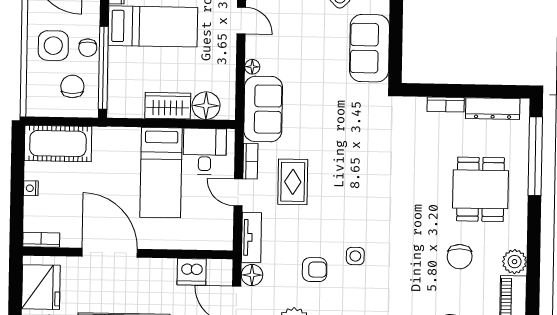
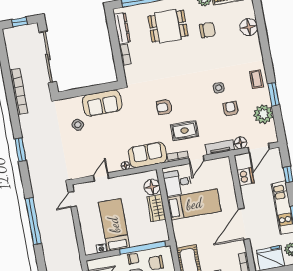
armchair: (341, 155) -> (164, 107), added

